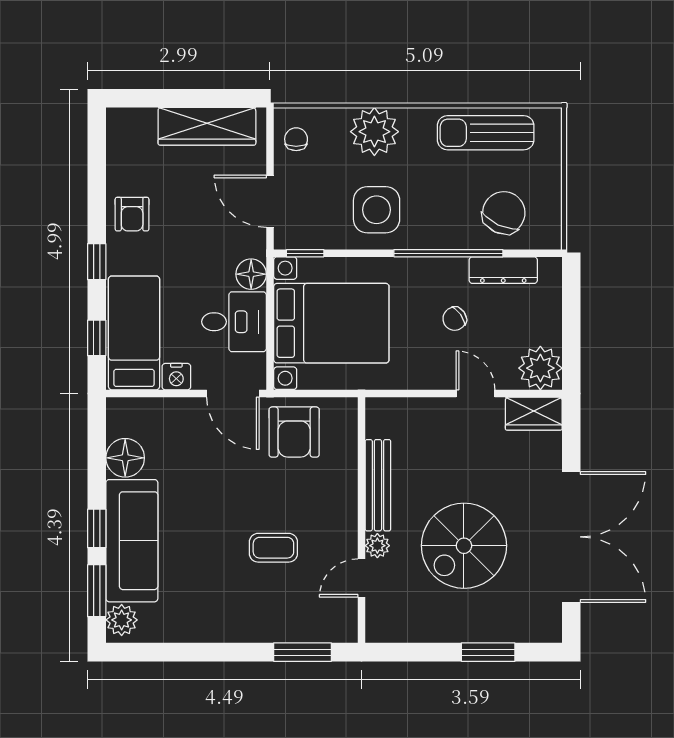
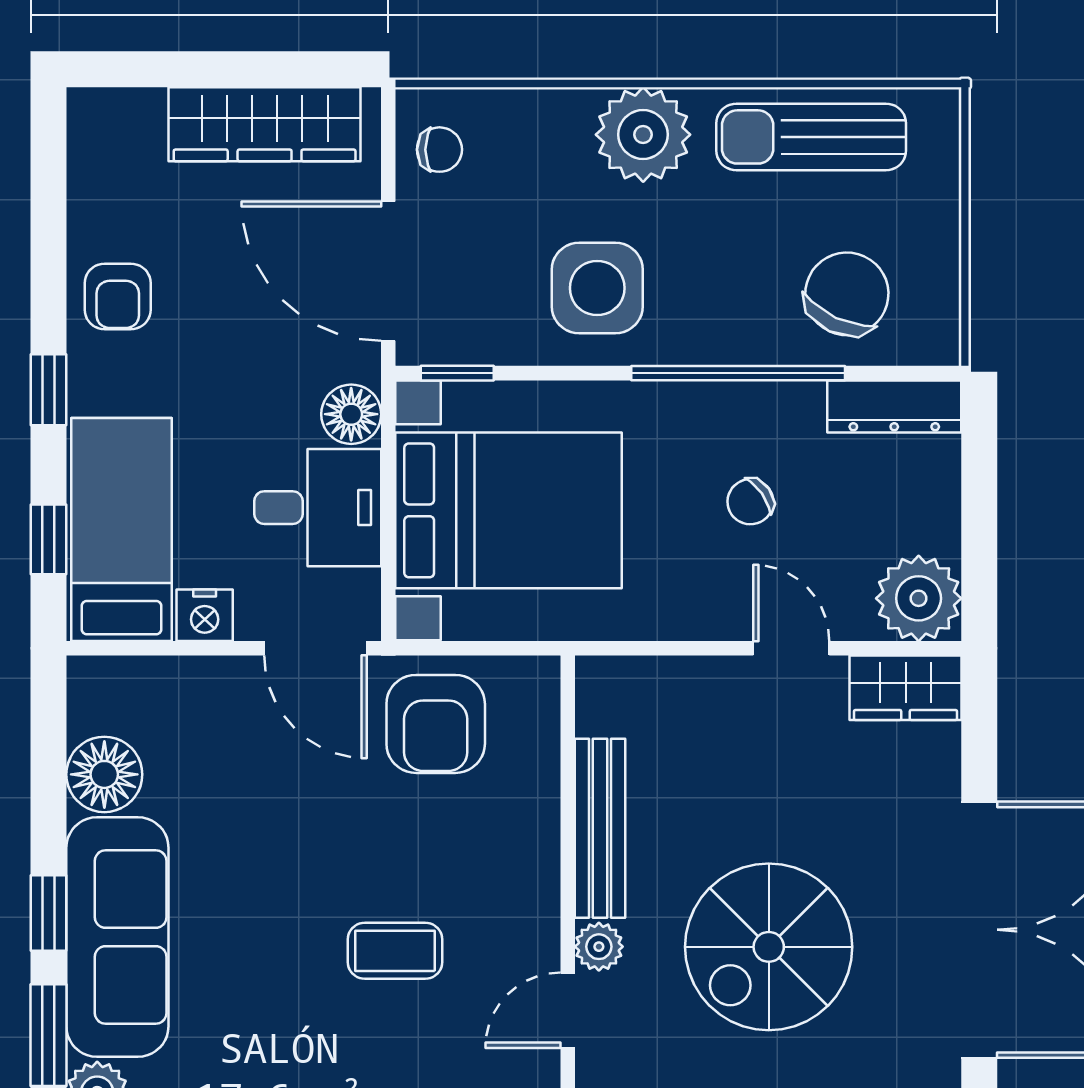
plant: (374, 132) -> (643, 135), moved
chair: (296, 139) -> (439, 150), turned 90
door: (270, 201) -> (388, 271), width x1.36
dresser: (503, 270) -> (894, 406), moved

